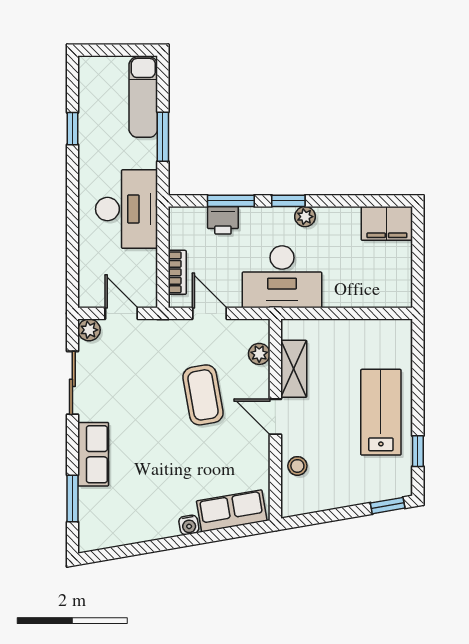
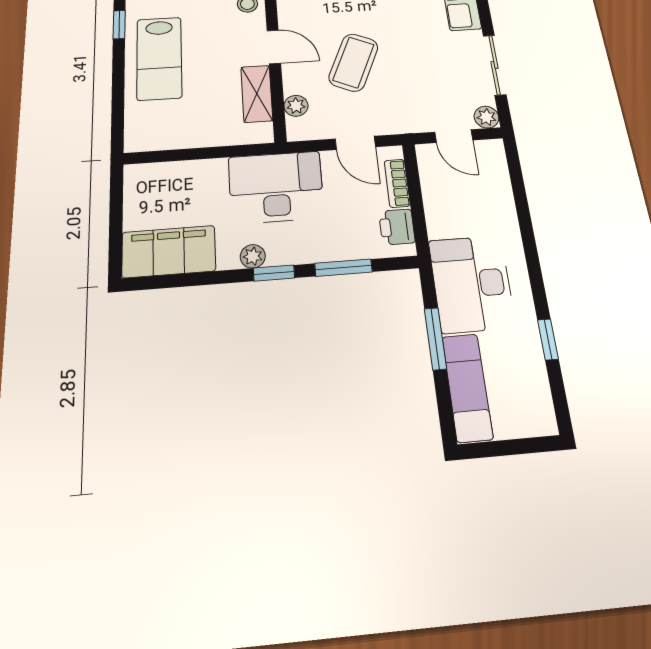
desk: (127, 209) -> (472, 284), moved
printer: (223, 220) -> (397, 227), moved, turned -90
filing cabinet: (387, 223) -> (169, 252), width x1.50, depth x1.17
coffee table: (203, 395) -> (353, 62), turned 34

